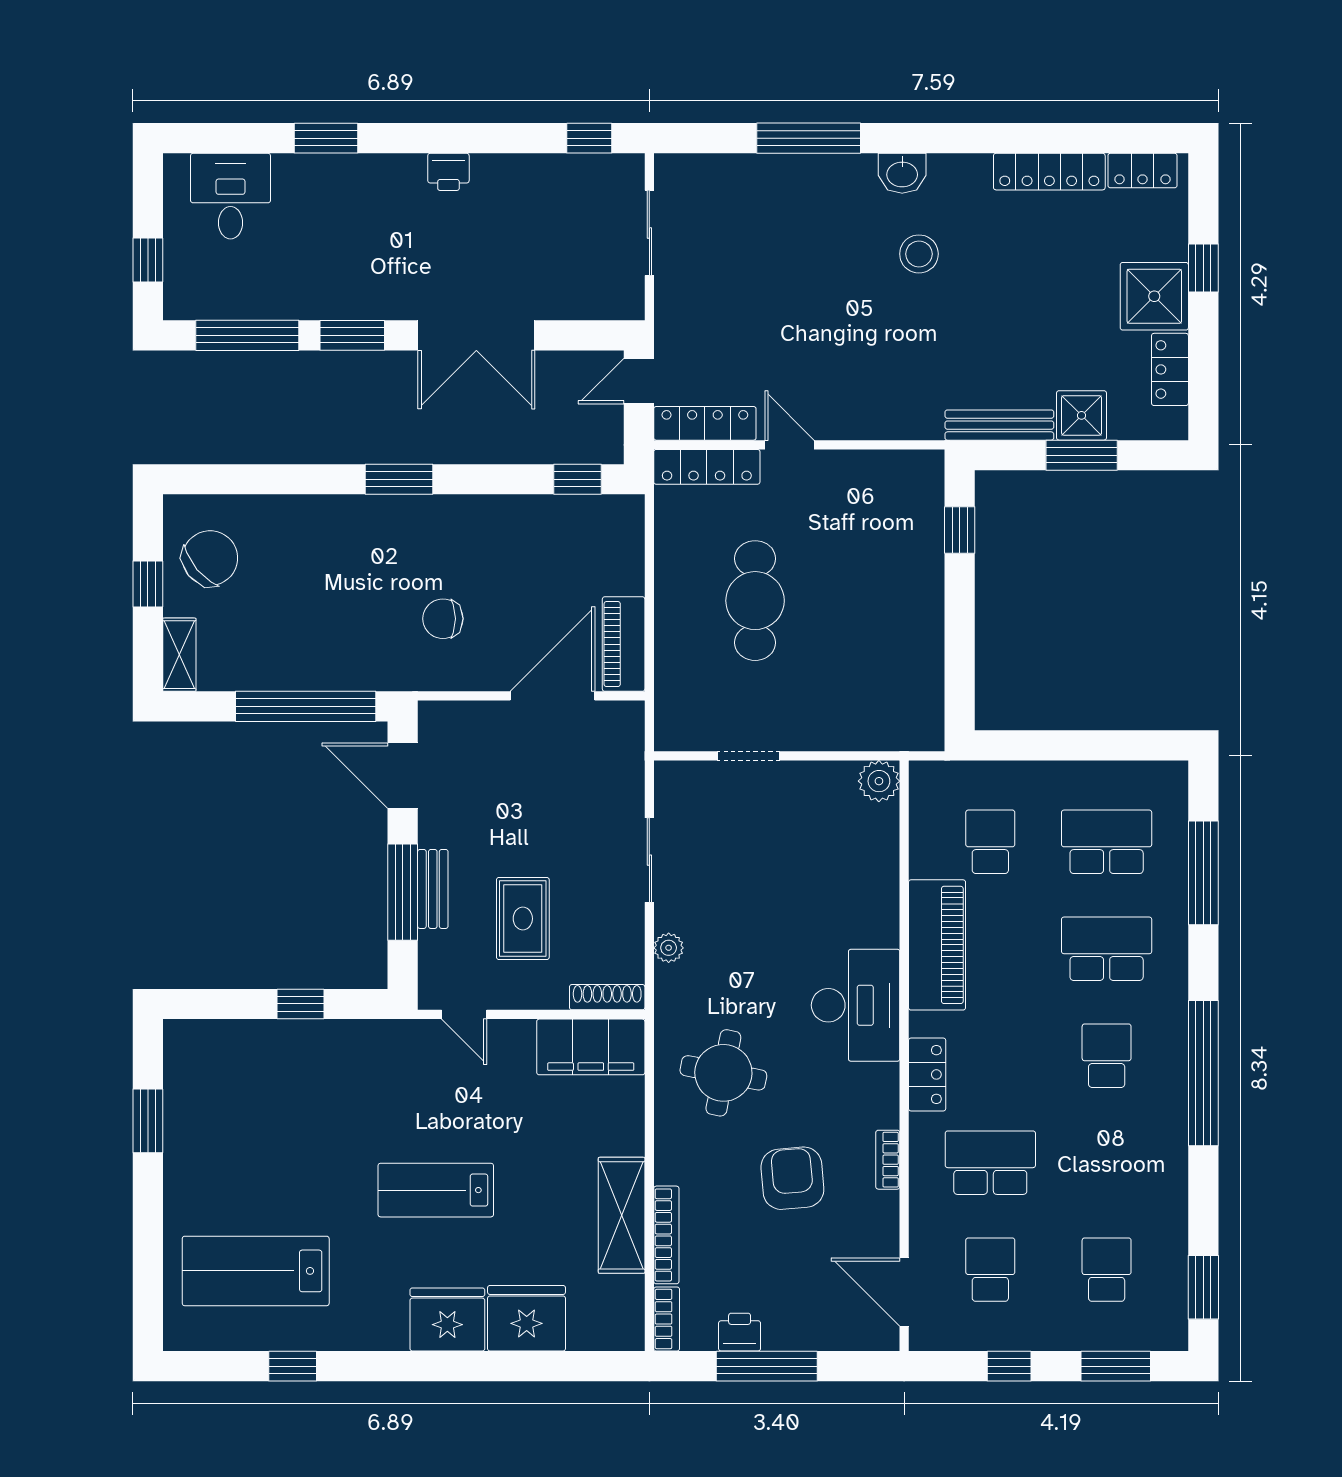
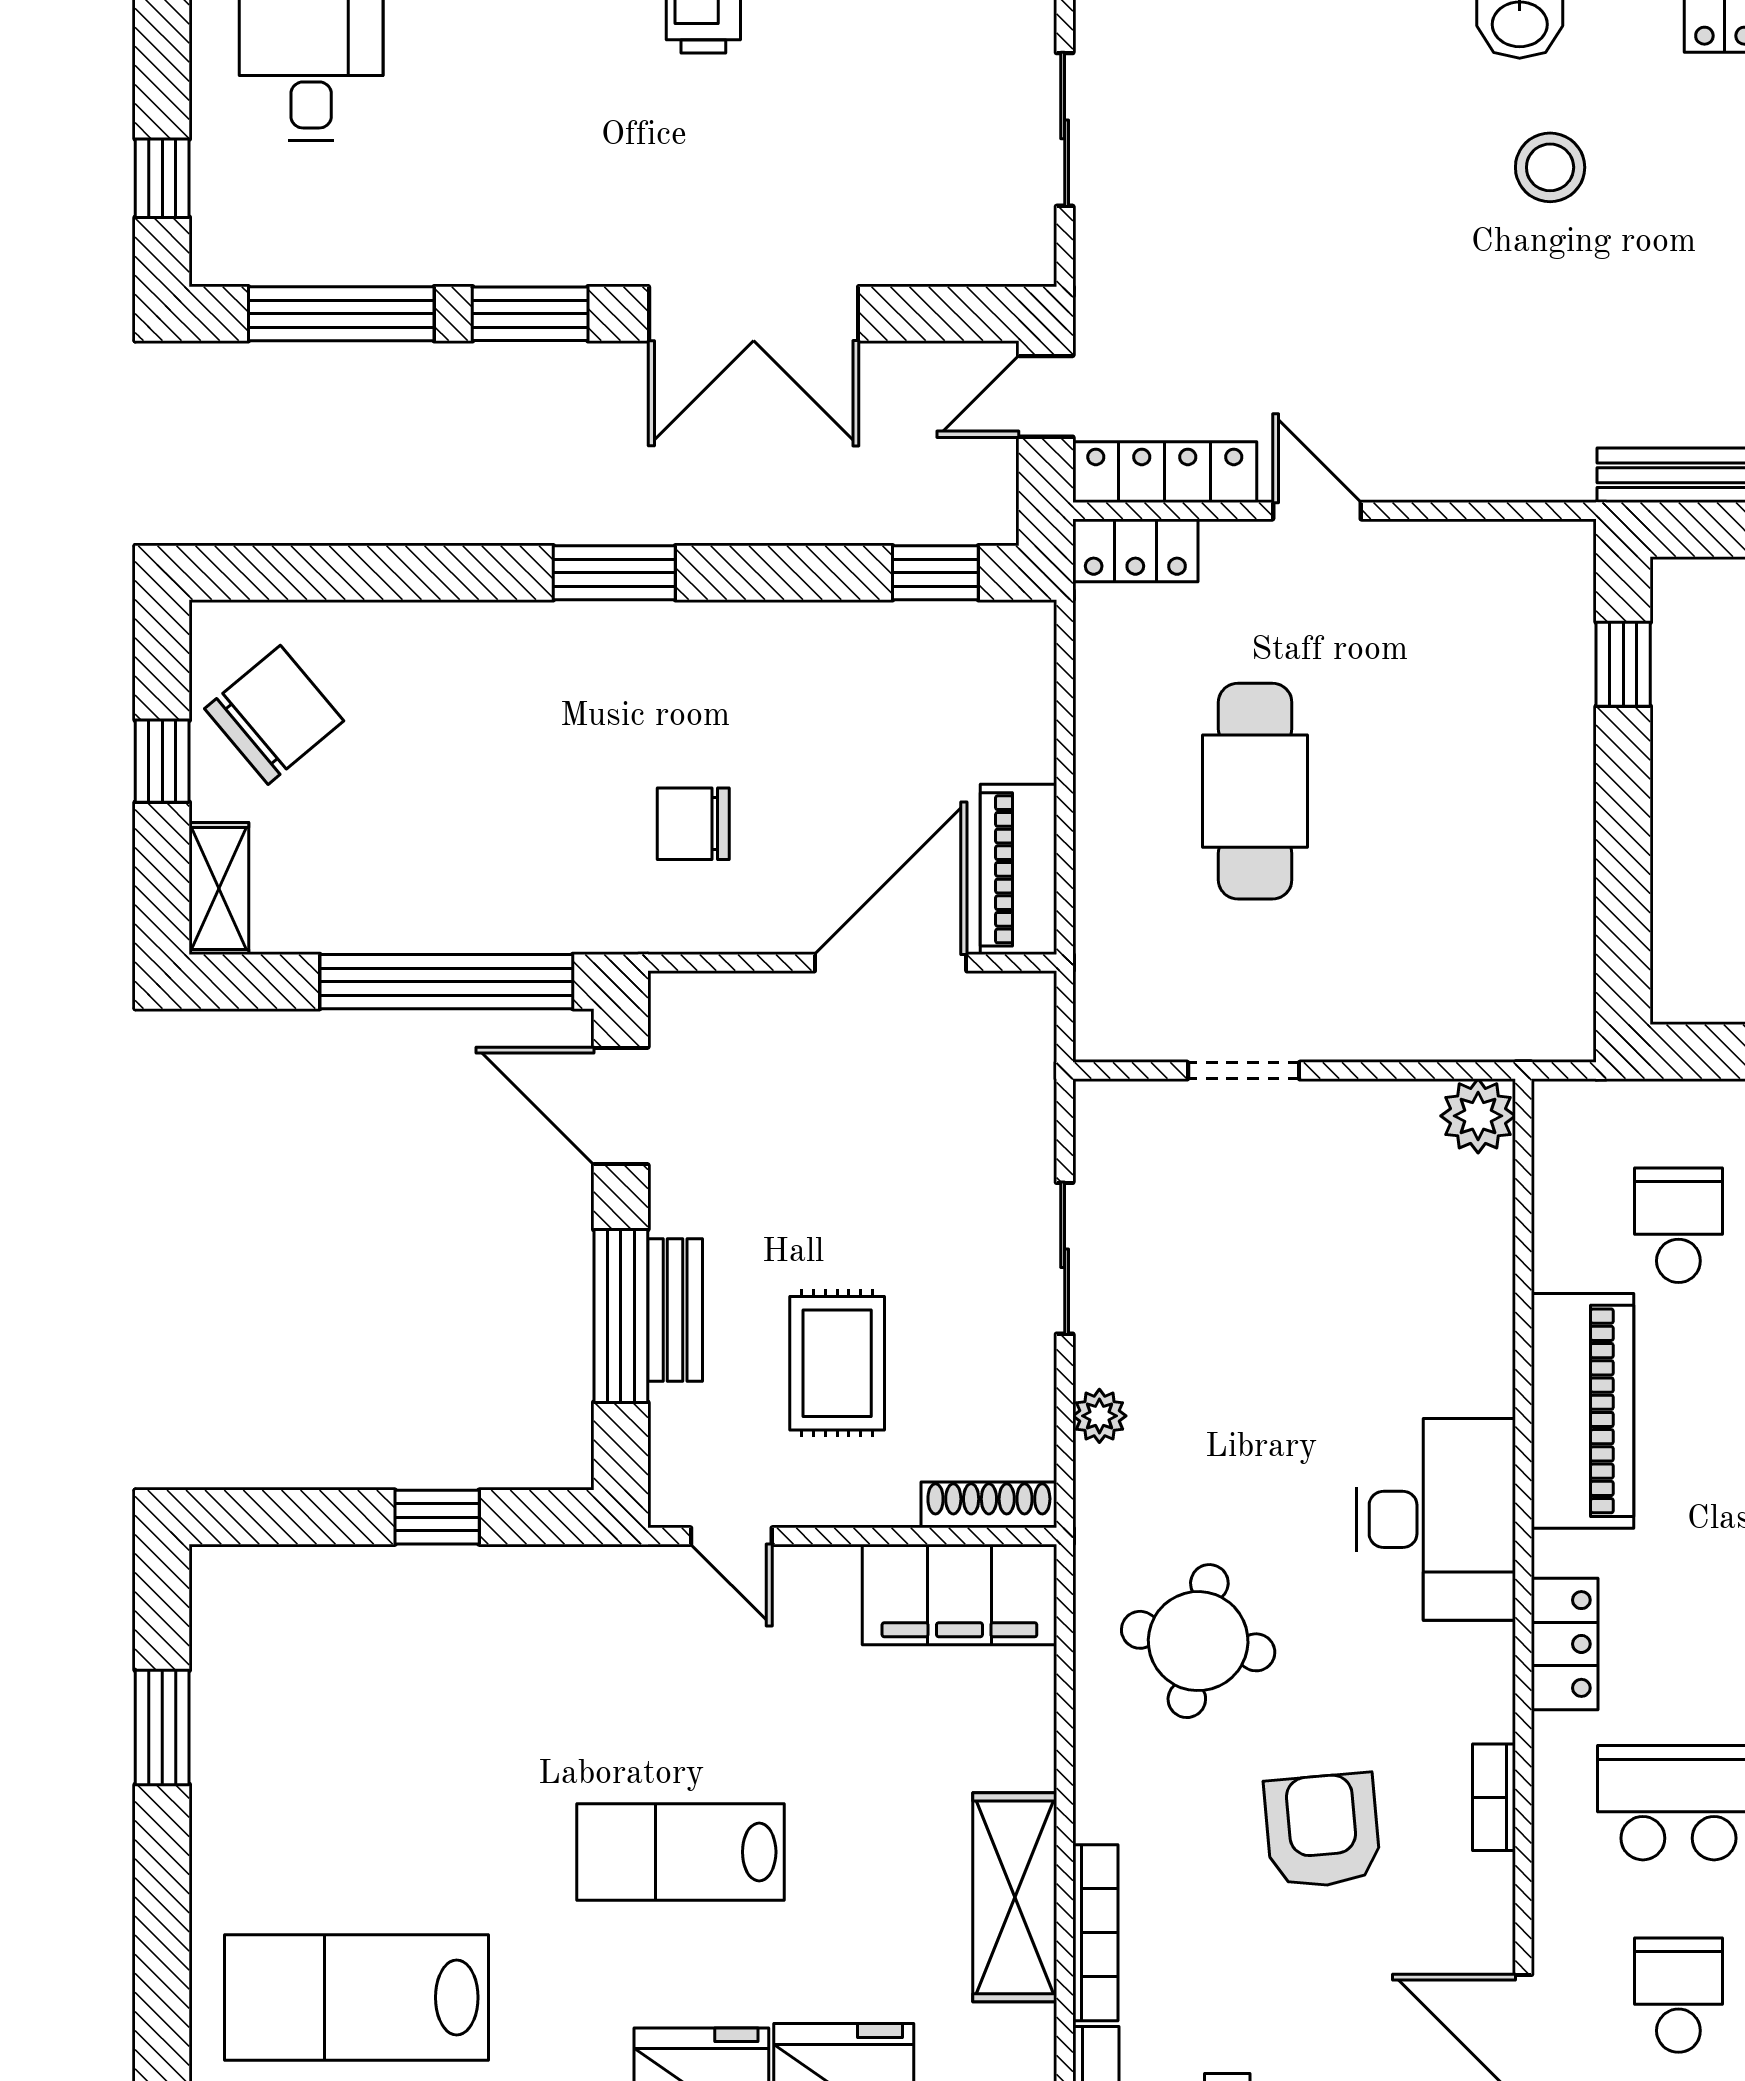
locker: (707, 467) -> (1135, 550), width x0.66

